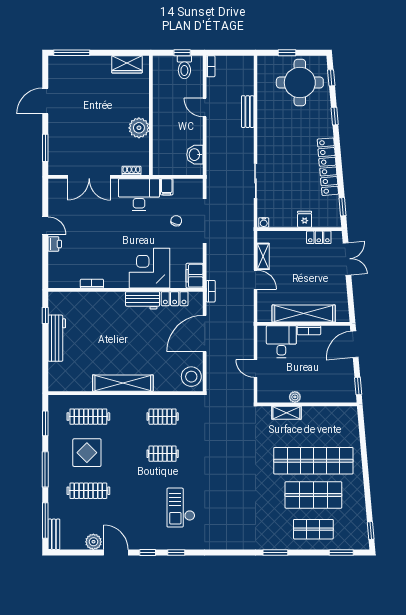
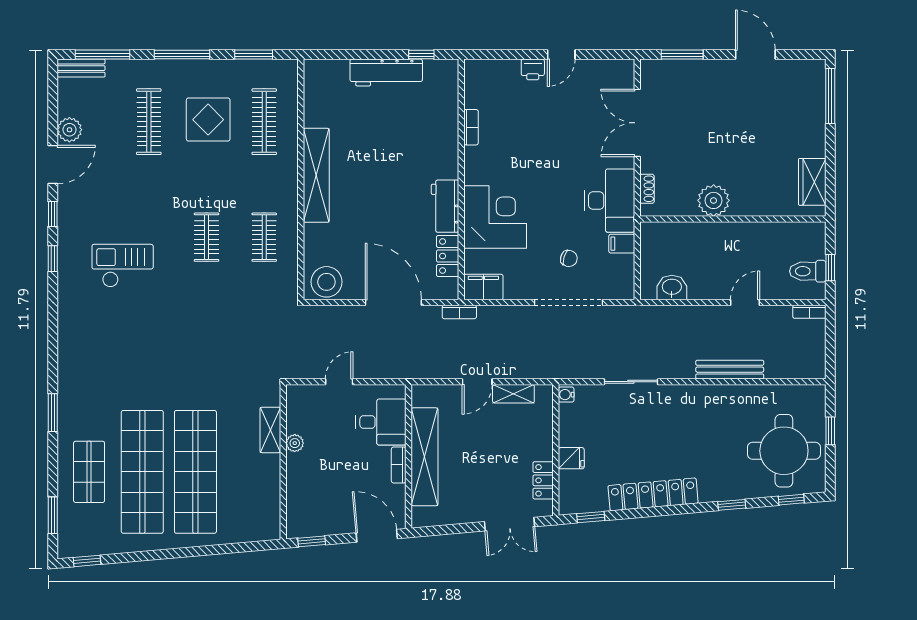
bench: (248, 112) -> (730, 370), width x1.36
shop shelf: (313, 495) -> (142, 472), width x1.40

